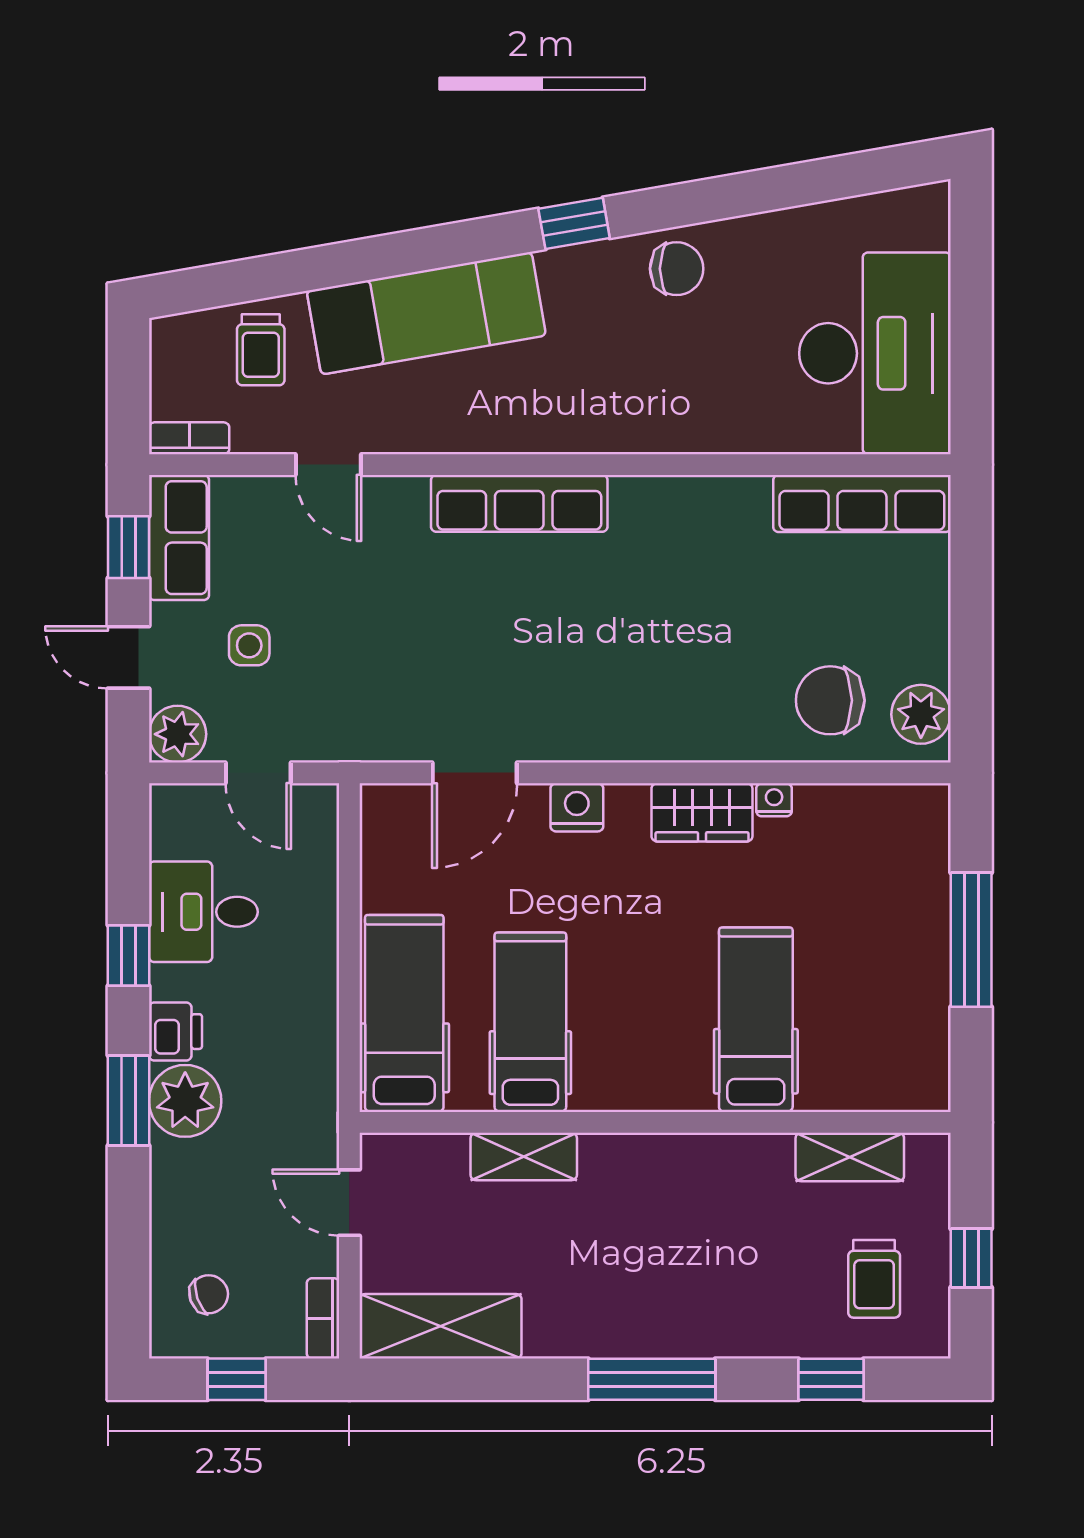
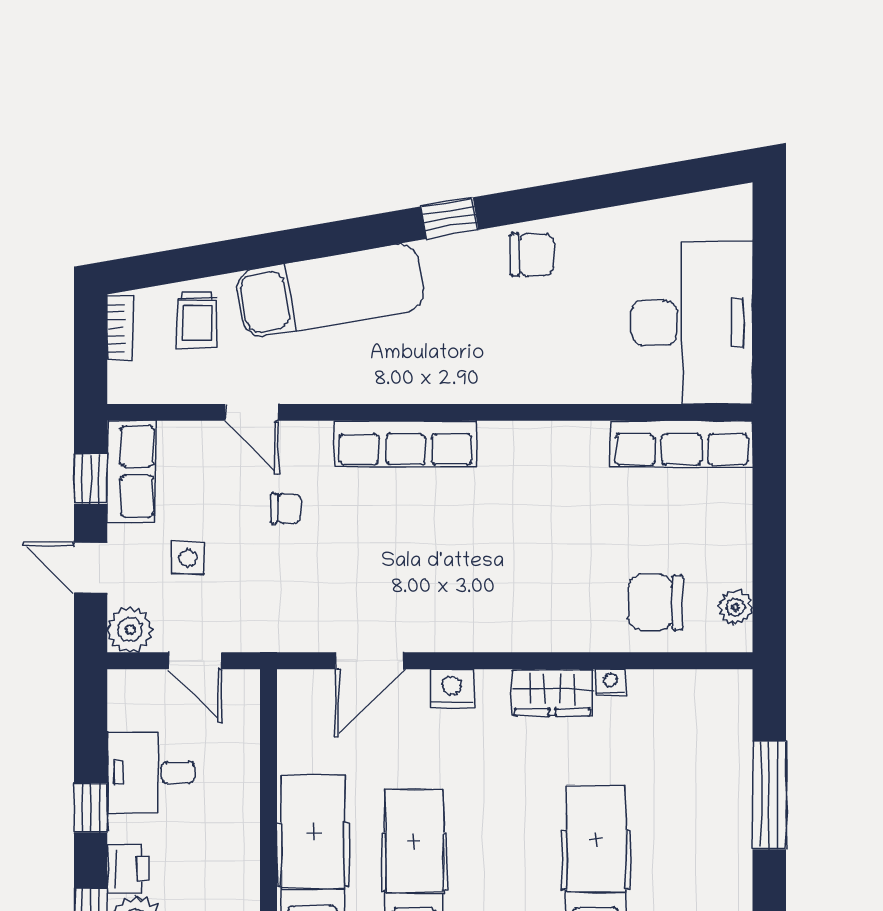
bookcase: (189, 438) -> (120, 328), moved, turned 90
chair: (371, 584) -> (286, 509), added
plant: (921, 714) -> (735, 607), width x0.73, depth x0.73

